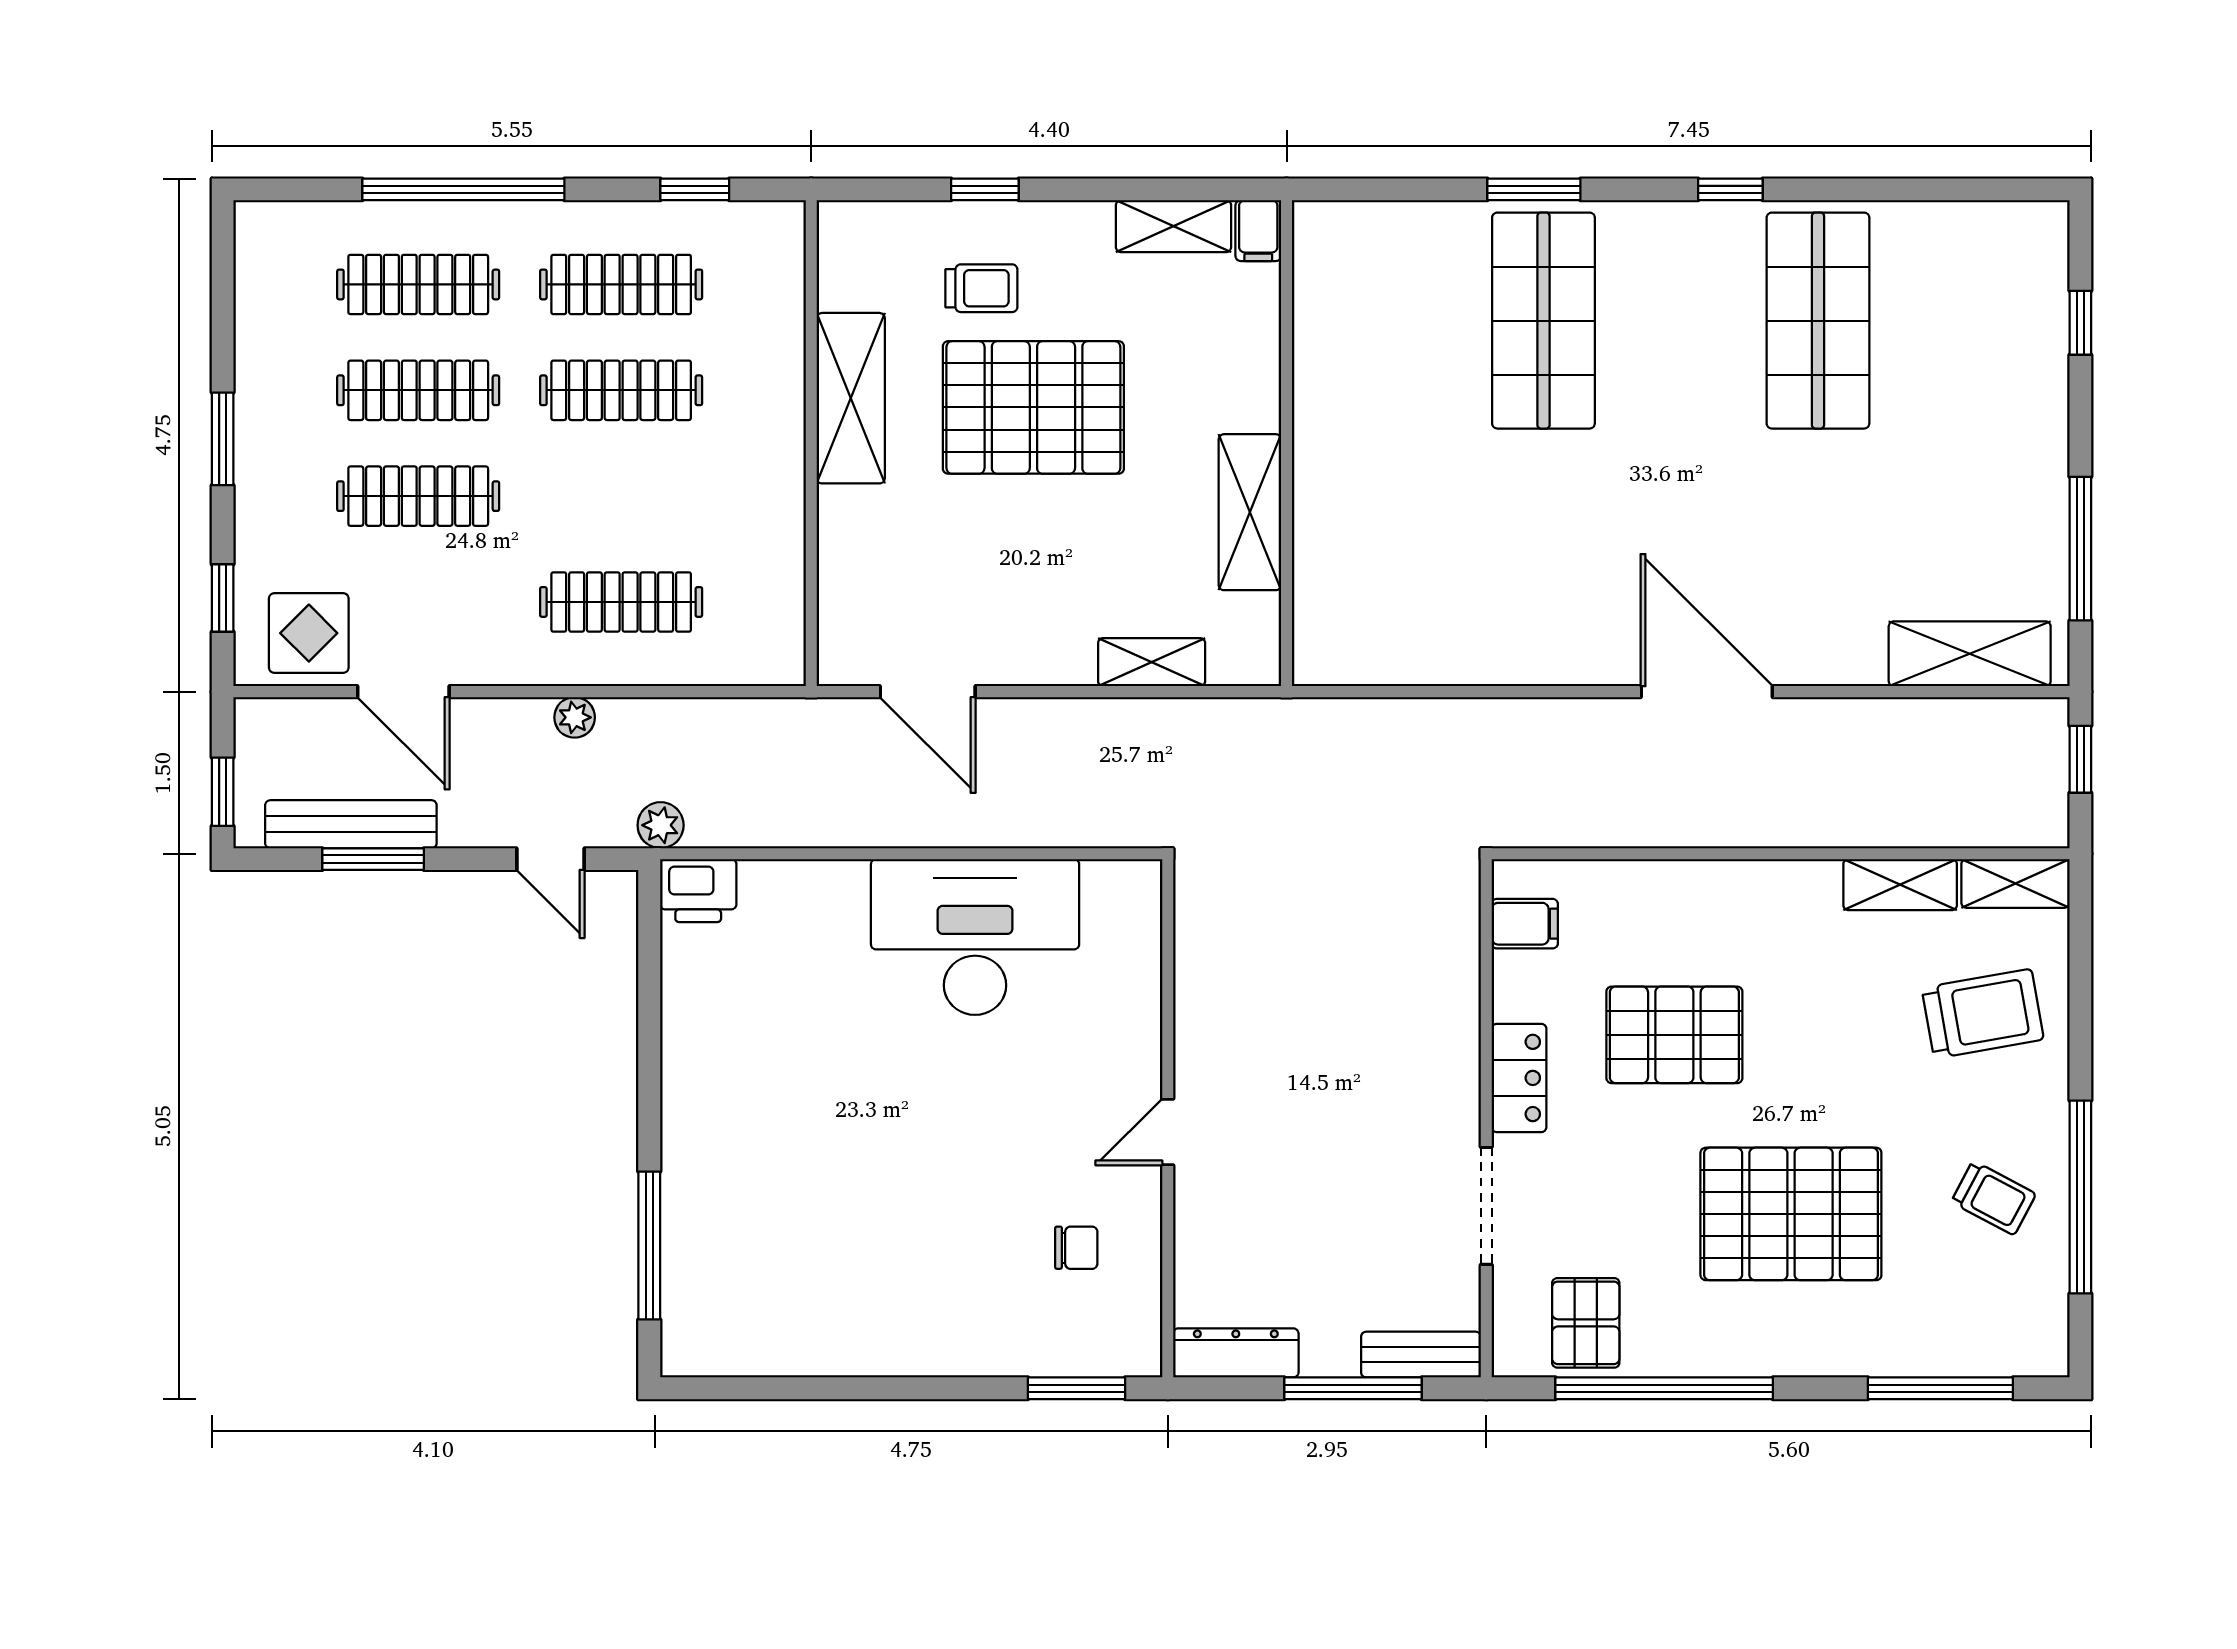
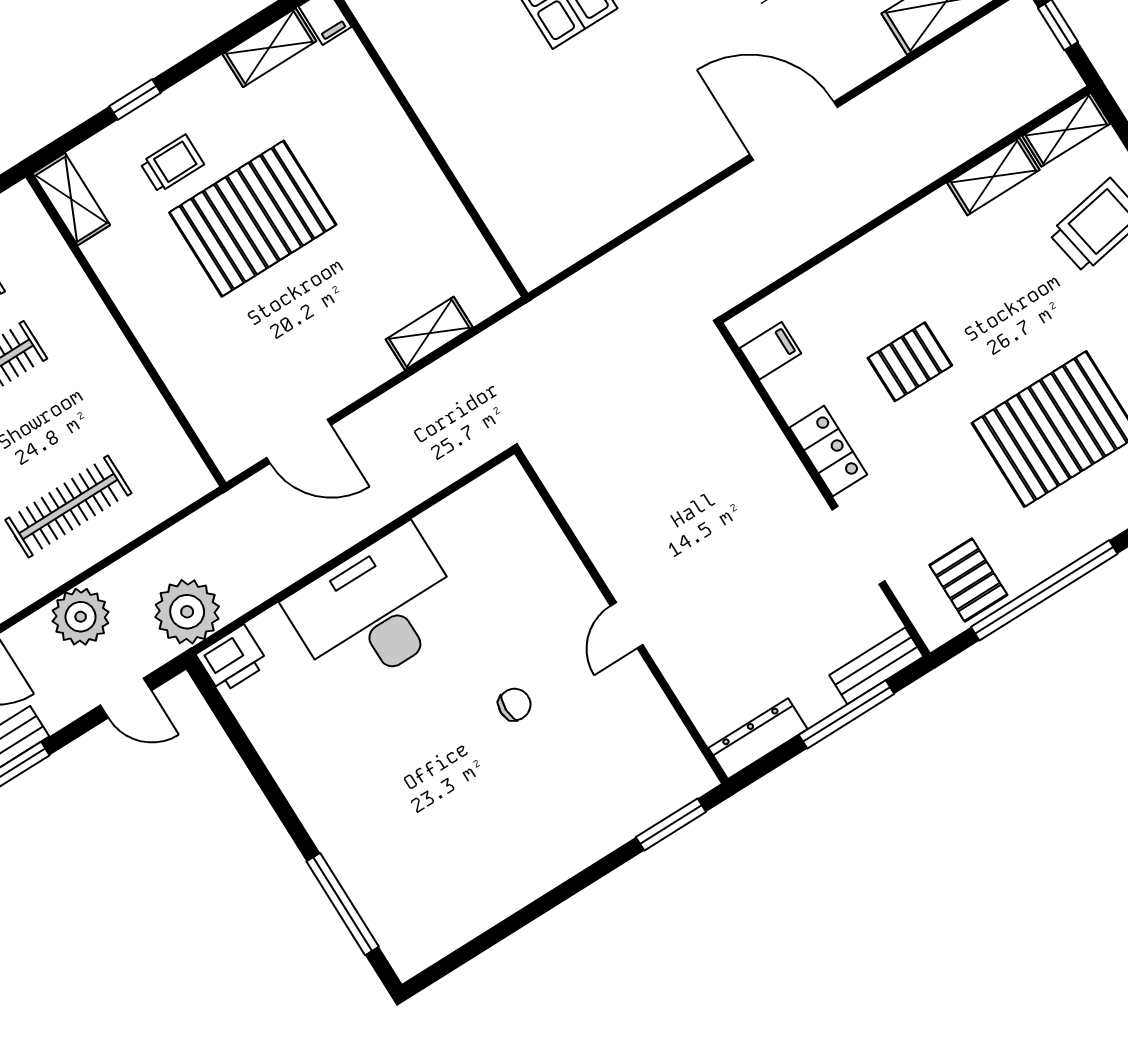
shelving: (851, 398) -> (71, 199), moved, width x0.67, depth x0.75
shelving: (1250, 512) -> (432, 199), removed
plant: (575, 717) -> (81, 617), width x1.88, depth x1.88
plant: (661, 825) -> (187, 612), width x1.88, depth x1.88
desk: (975, 937) -> (376, 610), moved
pallet: (1674, 1035) -> (910, 362), width x0.67, depth x0.71
chair: (1076, 1248) -> (515, 704), moved

